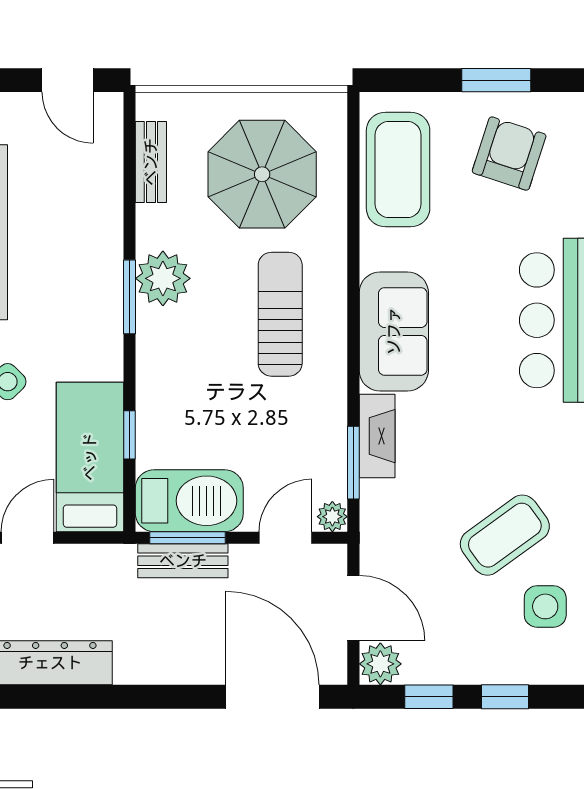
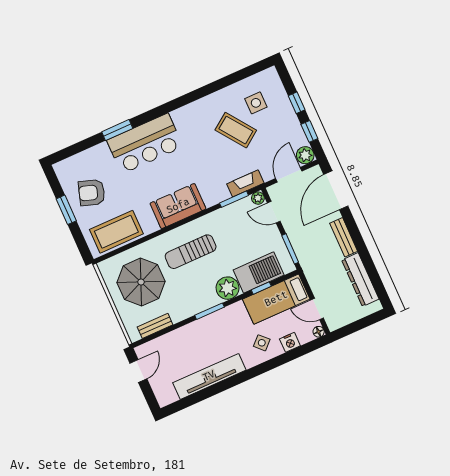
plant: (163, 278) -> (228, 288), moved
fireplace: (377, 436) -> (245, 183), moved
barbecue: (189, 501) -> (259, 272), moved, turned 90
bench: (183, 561) -> (344, 237), moved

